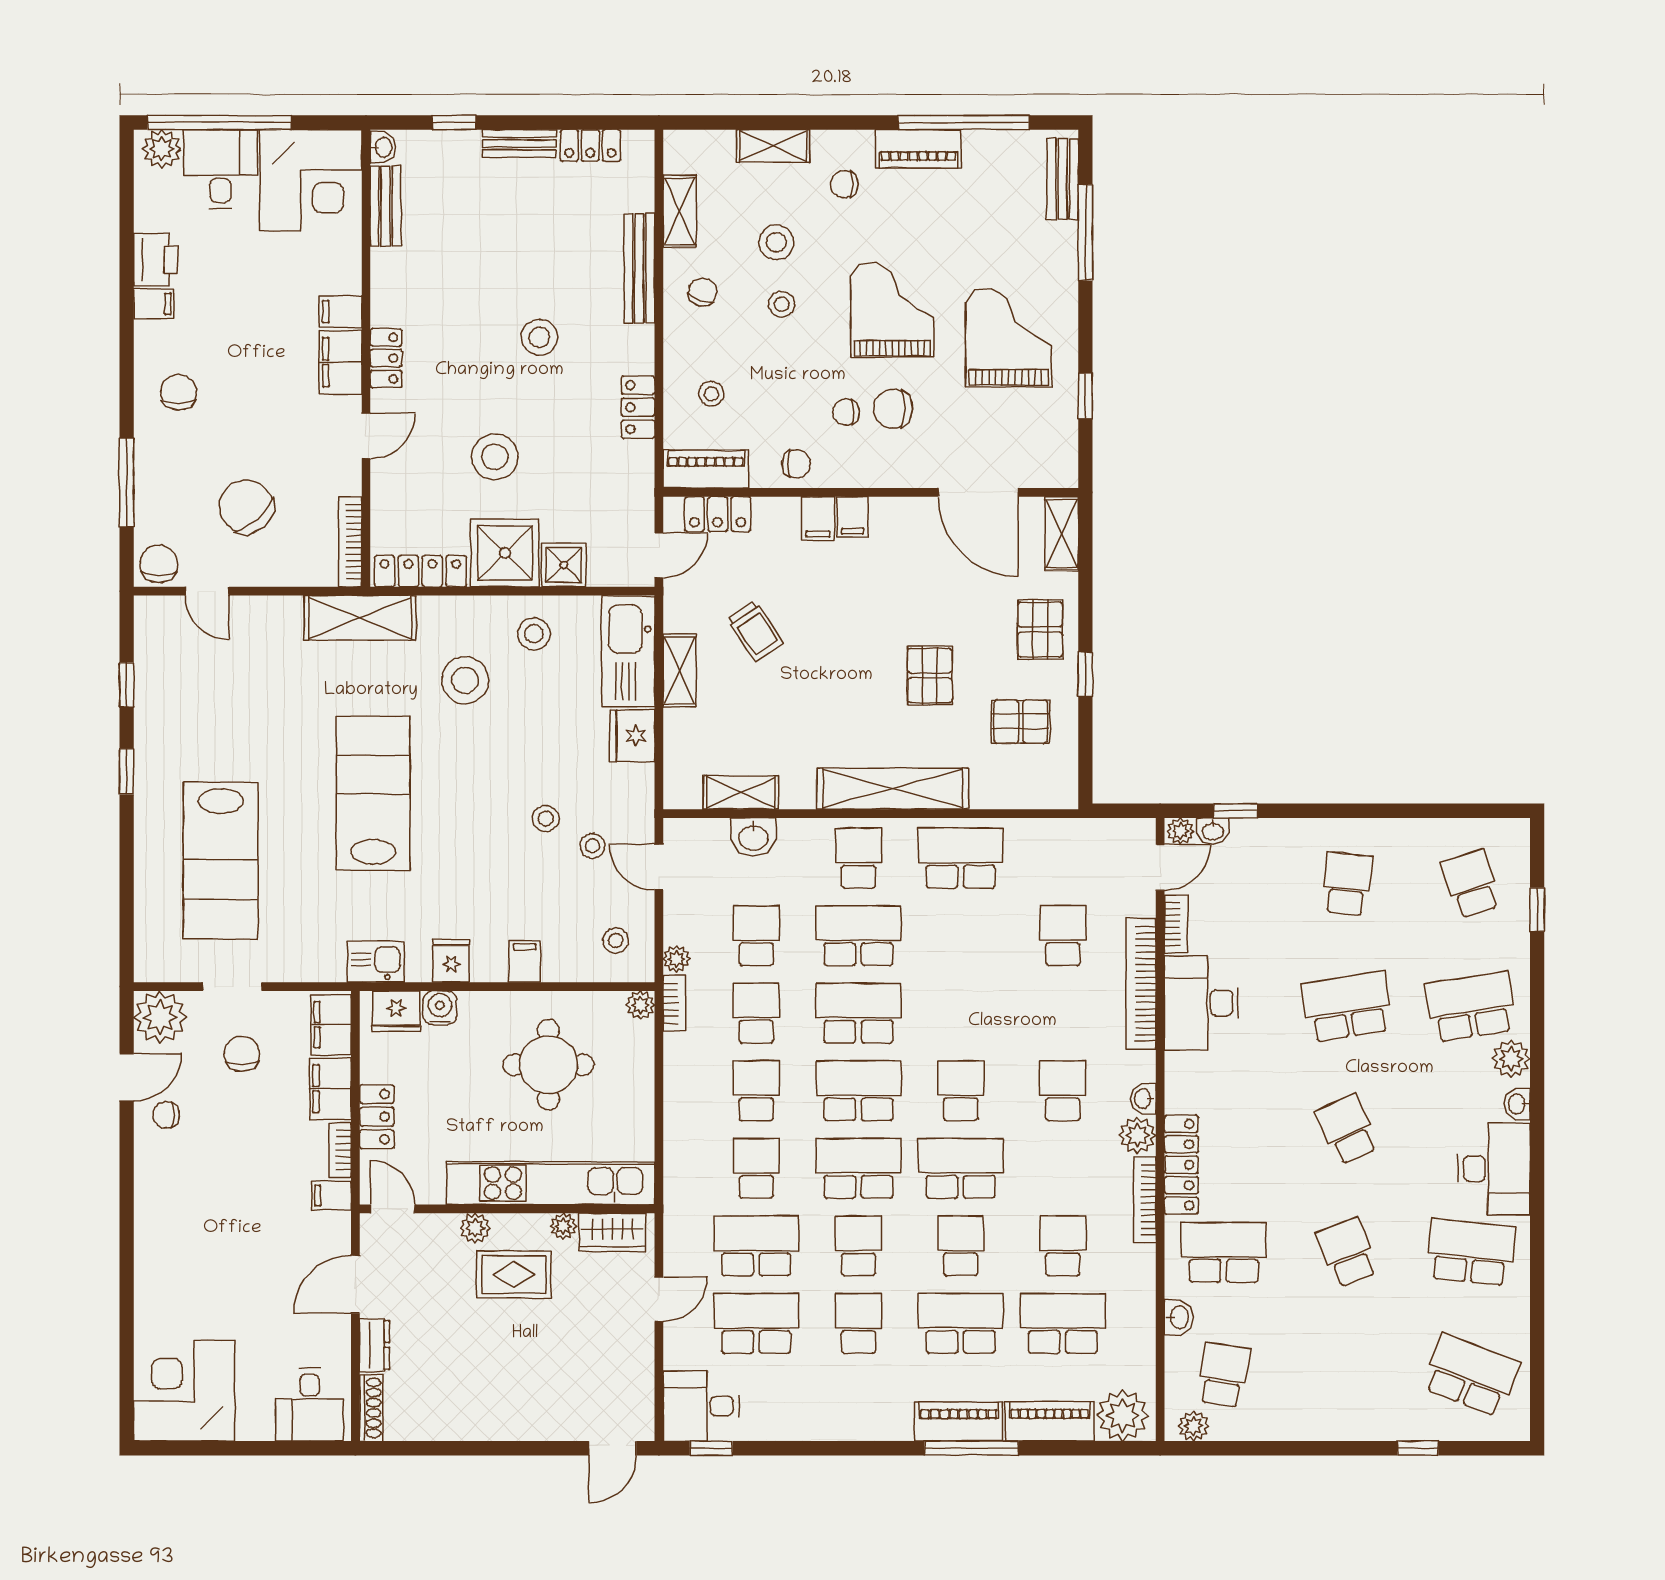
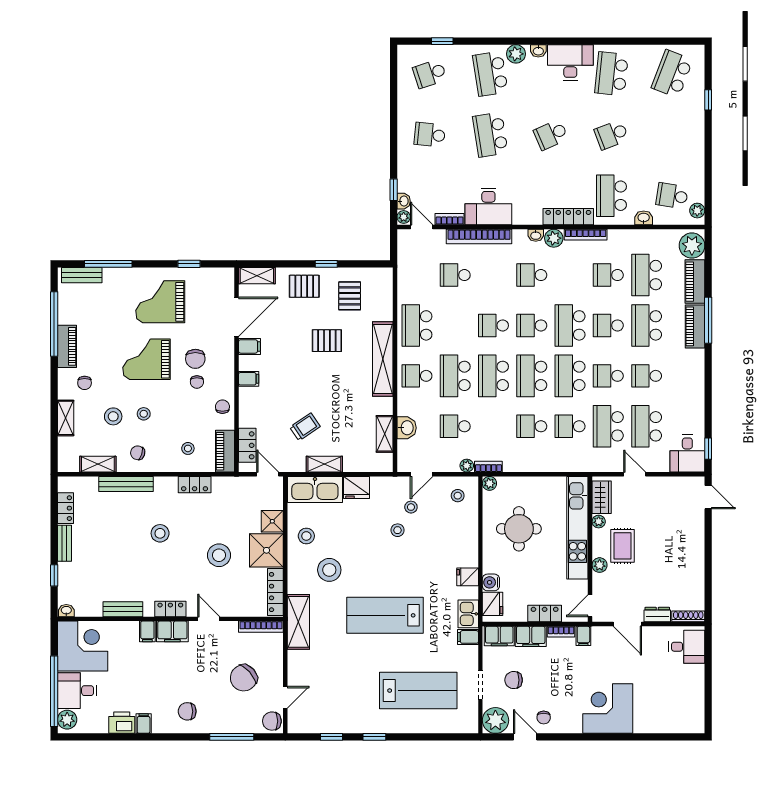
bench: (386, 206) -> (123, 609), moved
filing cabinet: (818, 519) -> (249, 346), moved
filing cabinet: (525, 961) -> (468, 637), moved
school desk: (756, 1013) -> (494, 325), moved
corner desk: (184, 1391) -> (608, 709), moved, turned 90

